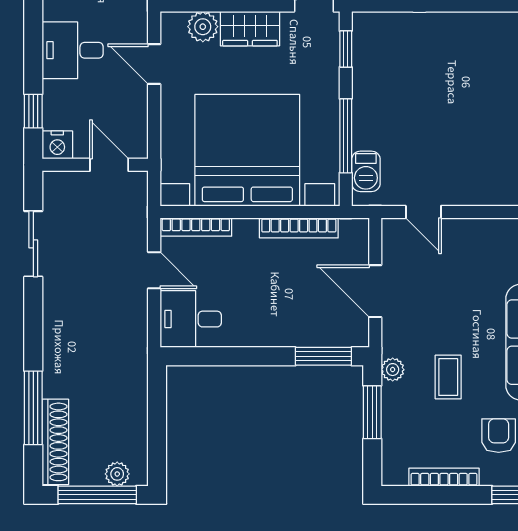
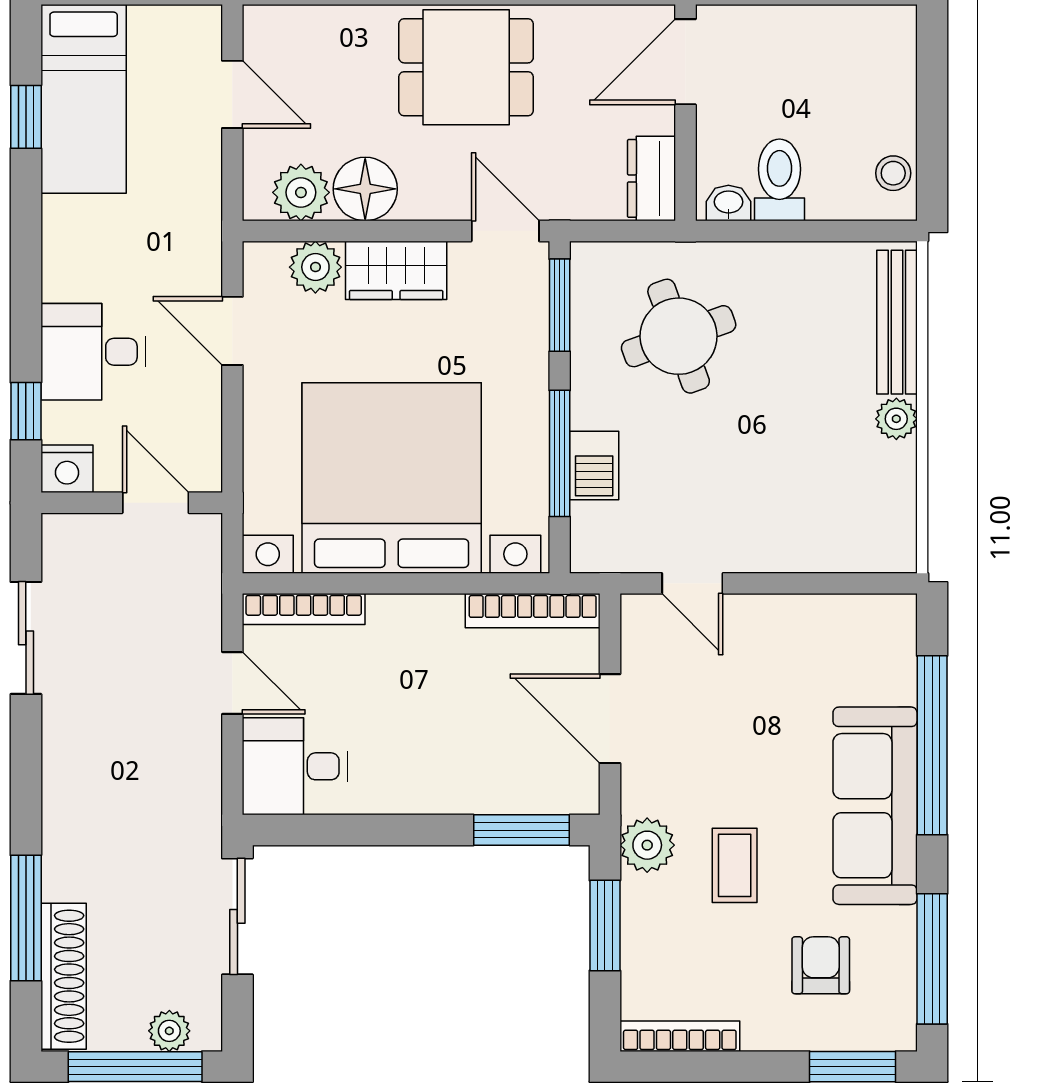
window: (346, 49) -> (560, 305), width x1.50
desk: (73, 50) -> (93, 352), moved
round table: (415, 67) -> (679, 336), added
barbecue: (366, 171) -> (594, 466), moved
bookcase: (299, 228) -> (533, 611), moved
plant: (393, 370) -> (647, 845), width x1.38, depth x1.38
sliding door: (157, 407) -> (237, 916), added
bookcase: (444, 477) -> (680, 1036), moved

